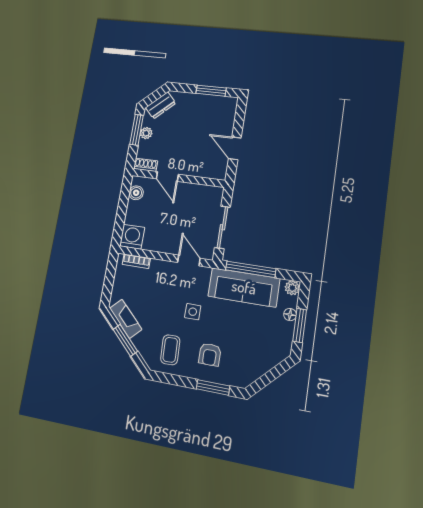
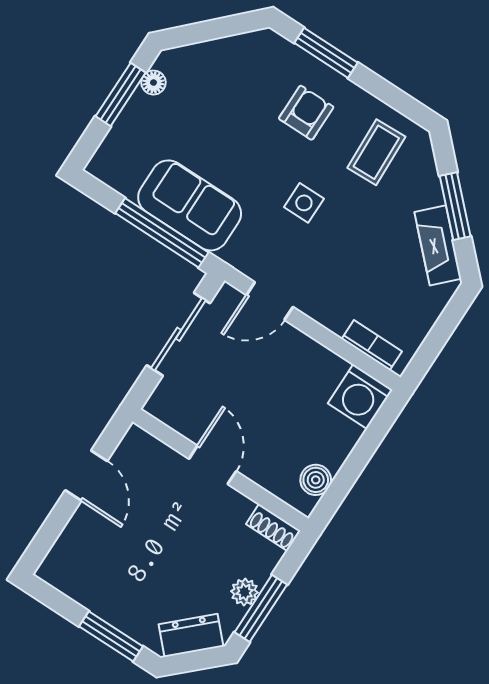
window: (211, 91) -> (111, 636), moved
door: (167, 176) -> (213, 465), moved
door: (189, 260) -> (270, 301), hinge flipped
sofa: (244, 287) -> (190, 205), width x0.73
plant: (292, 288) -> (102, 166), removed
floor lamp: (290, 315) -> (153, 83), moved

